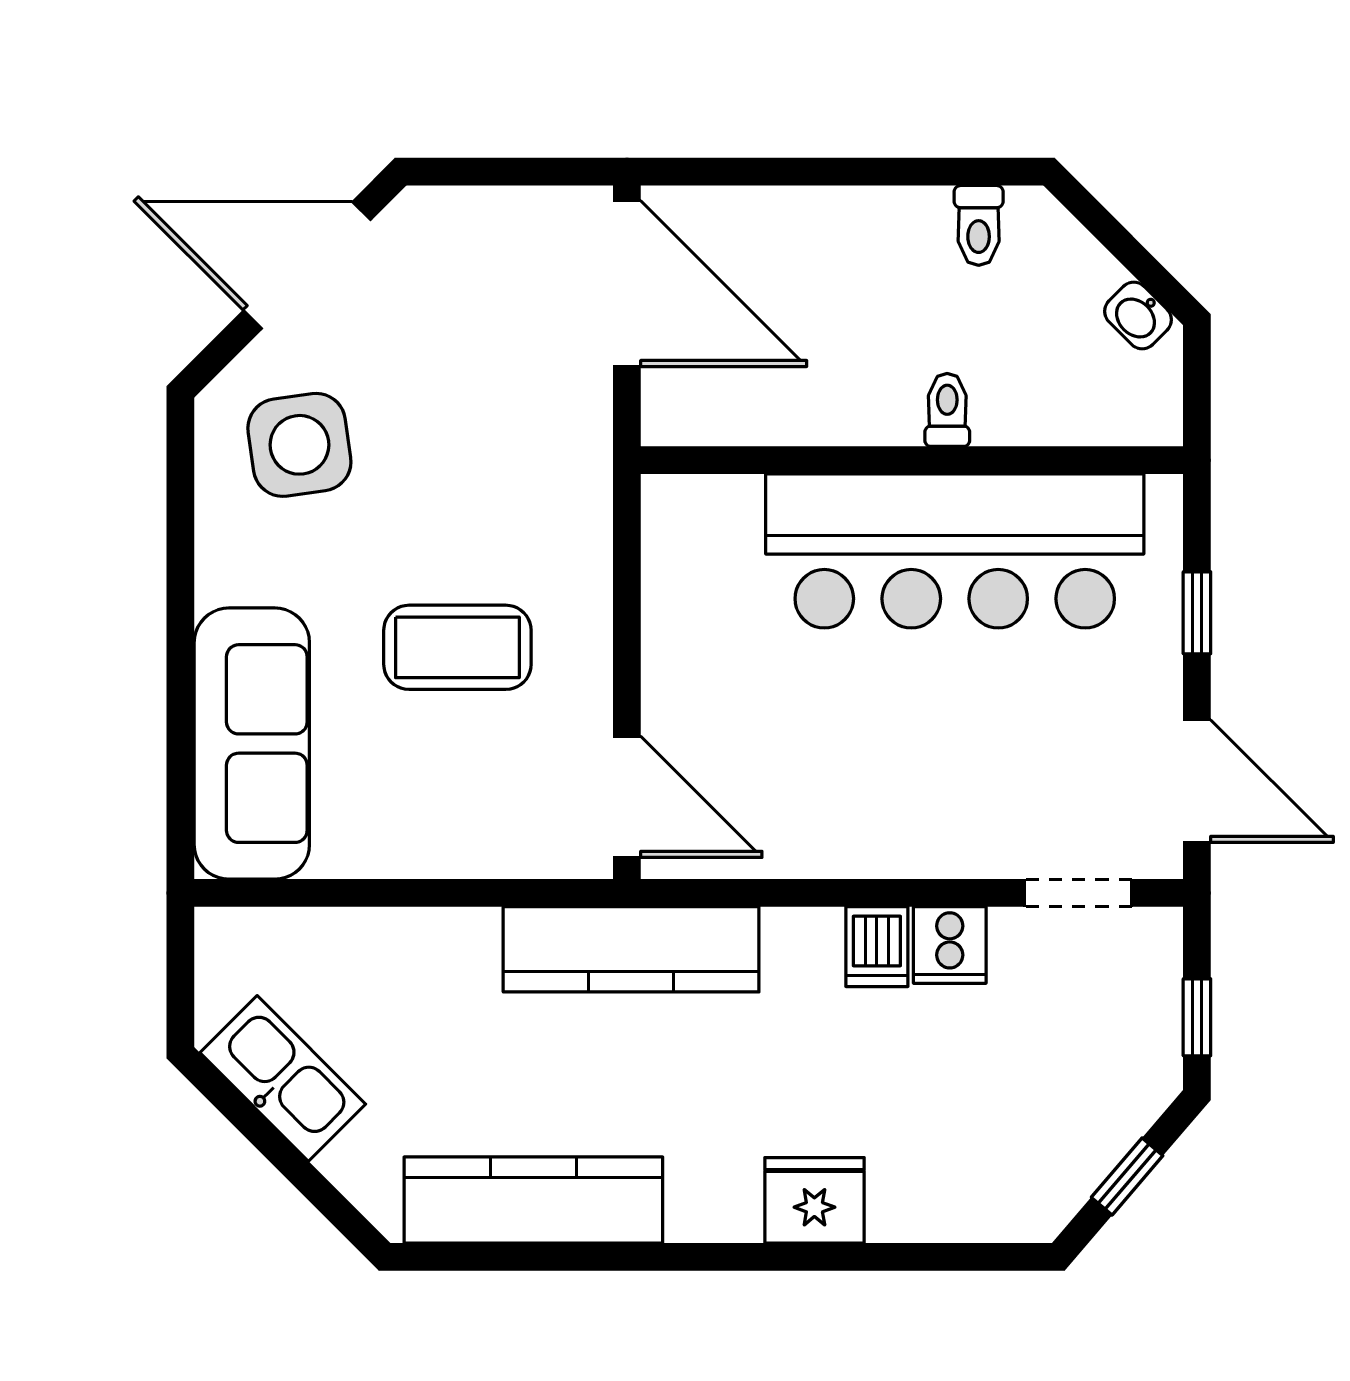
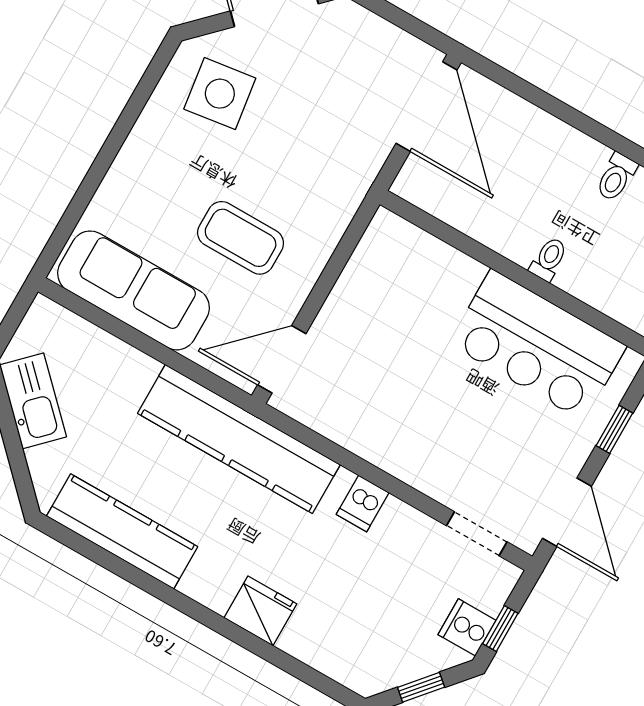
bar counter: (955, 551) -> (537, 345), width x0.73
sofa: (252, 744) -> (134, 290), moved, turned -90
door: (627, 797) -> (282, 359), swing flipped
cooker: (950, 945) -> (467, 627), moved, turned 90
kitchen counter: (631, 949) -> (239, 439), width x1.39, depth x1.17

